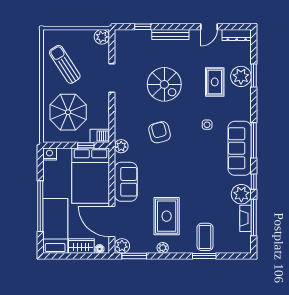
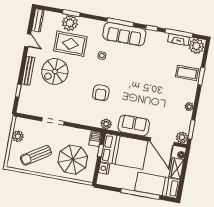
plant: (102, 37) -> (18, 136), moved
rug: (215, 82) -> (70, 44), width x1.36, depth x1.43
spiral stairs: (164, 84) -> (55, 71), moved, turned 180
armchair: (160, 132) -> (101, 93), turned -75
nightstand: (50, 154) -> (104, 168), moved
plant: (241, 194) -> (196, 46), moved
rug: (167, 216) -> (166, 99), removed
door: (112, 221) -> (162, 142), hinge flipped

